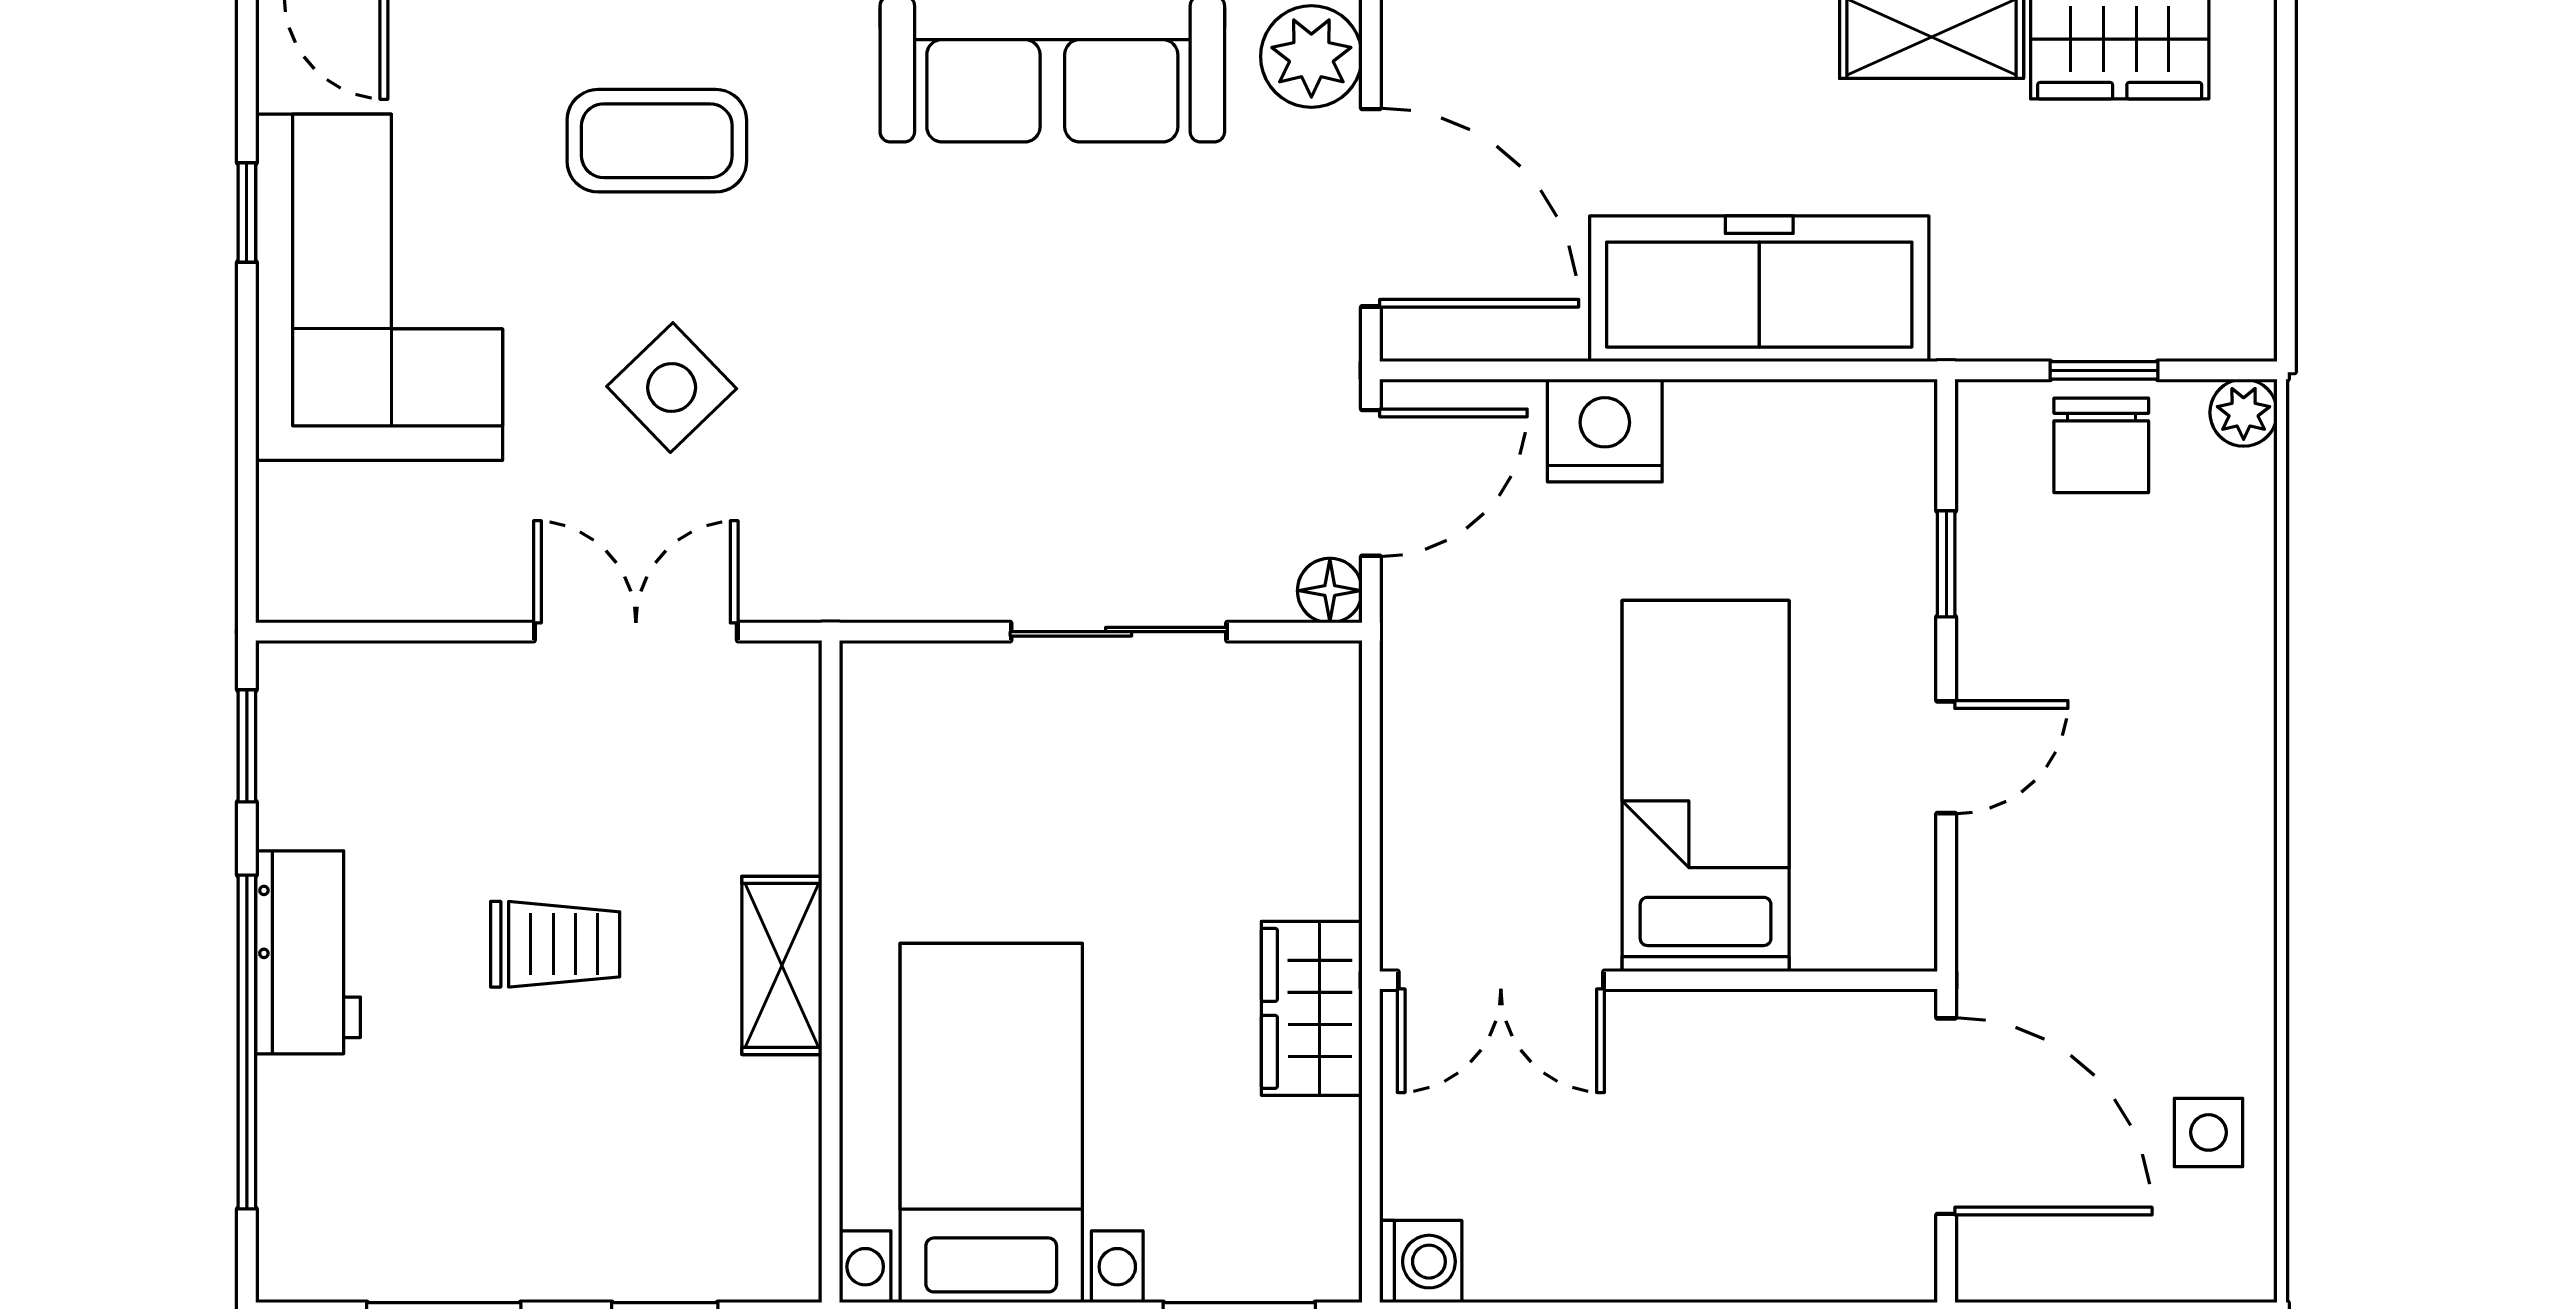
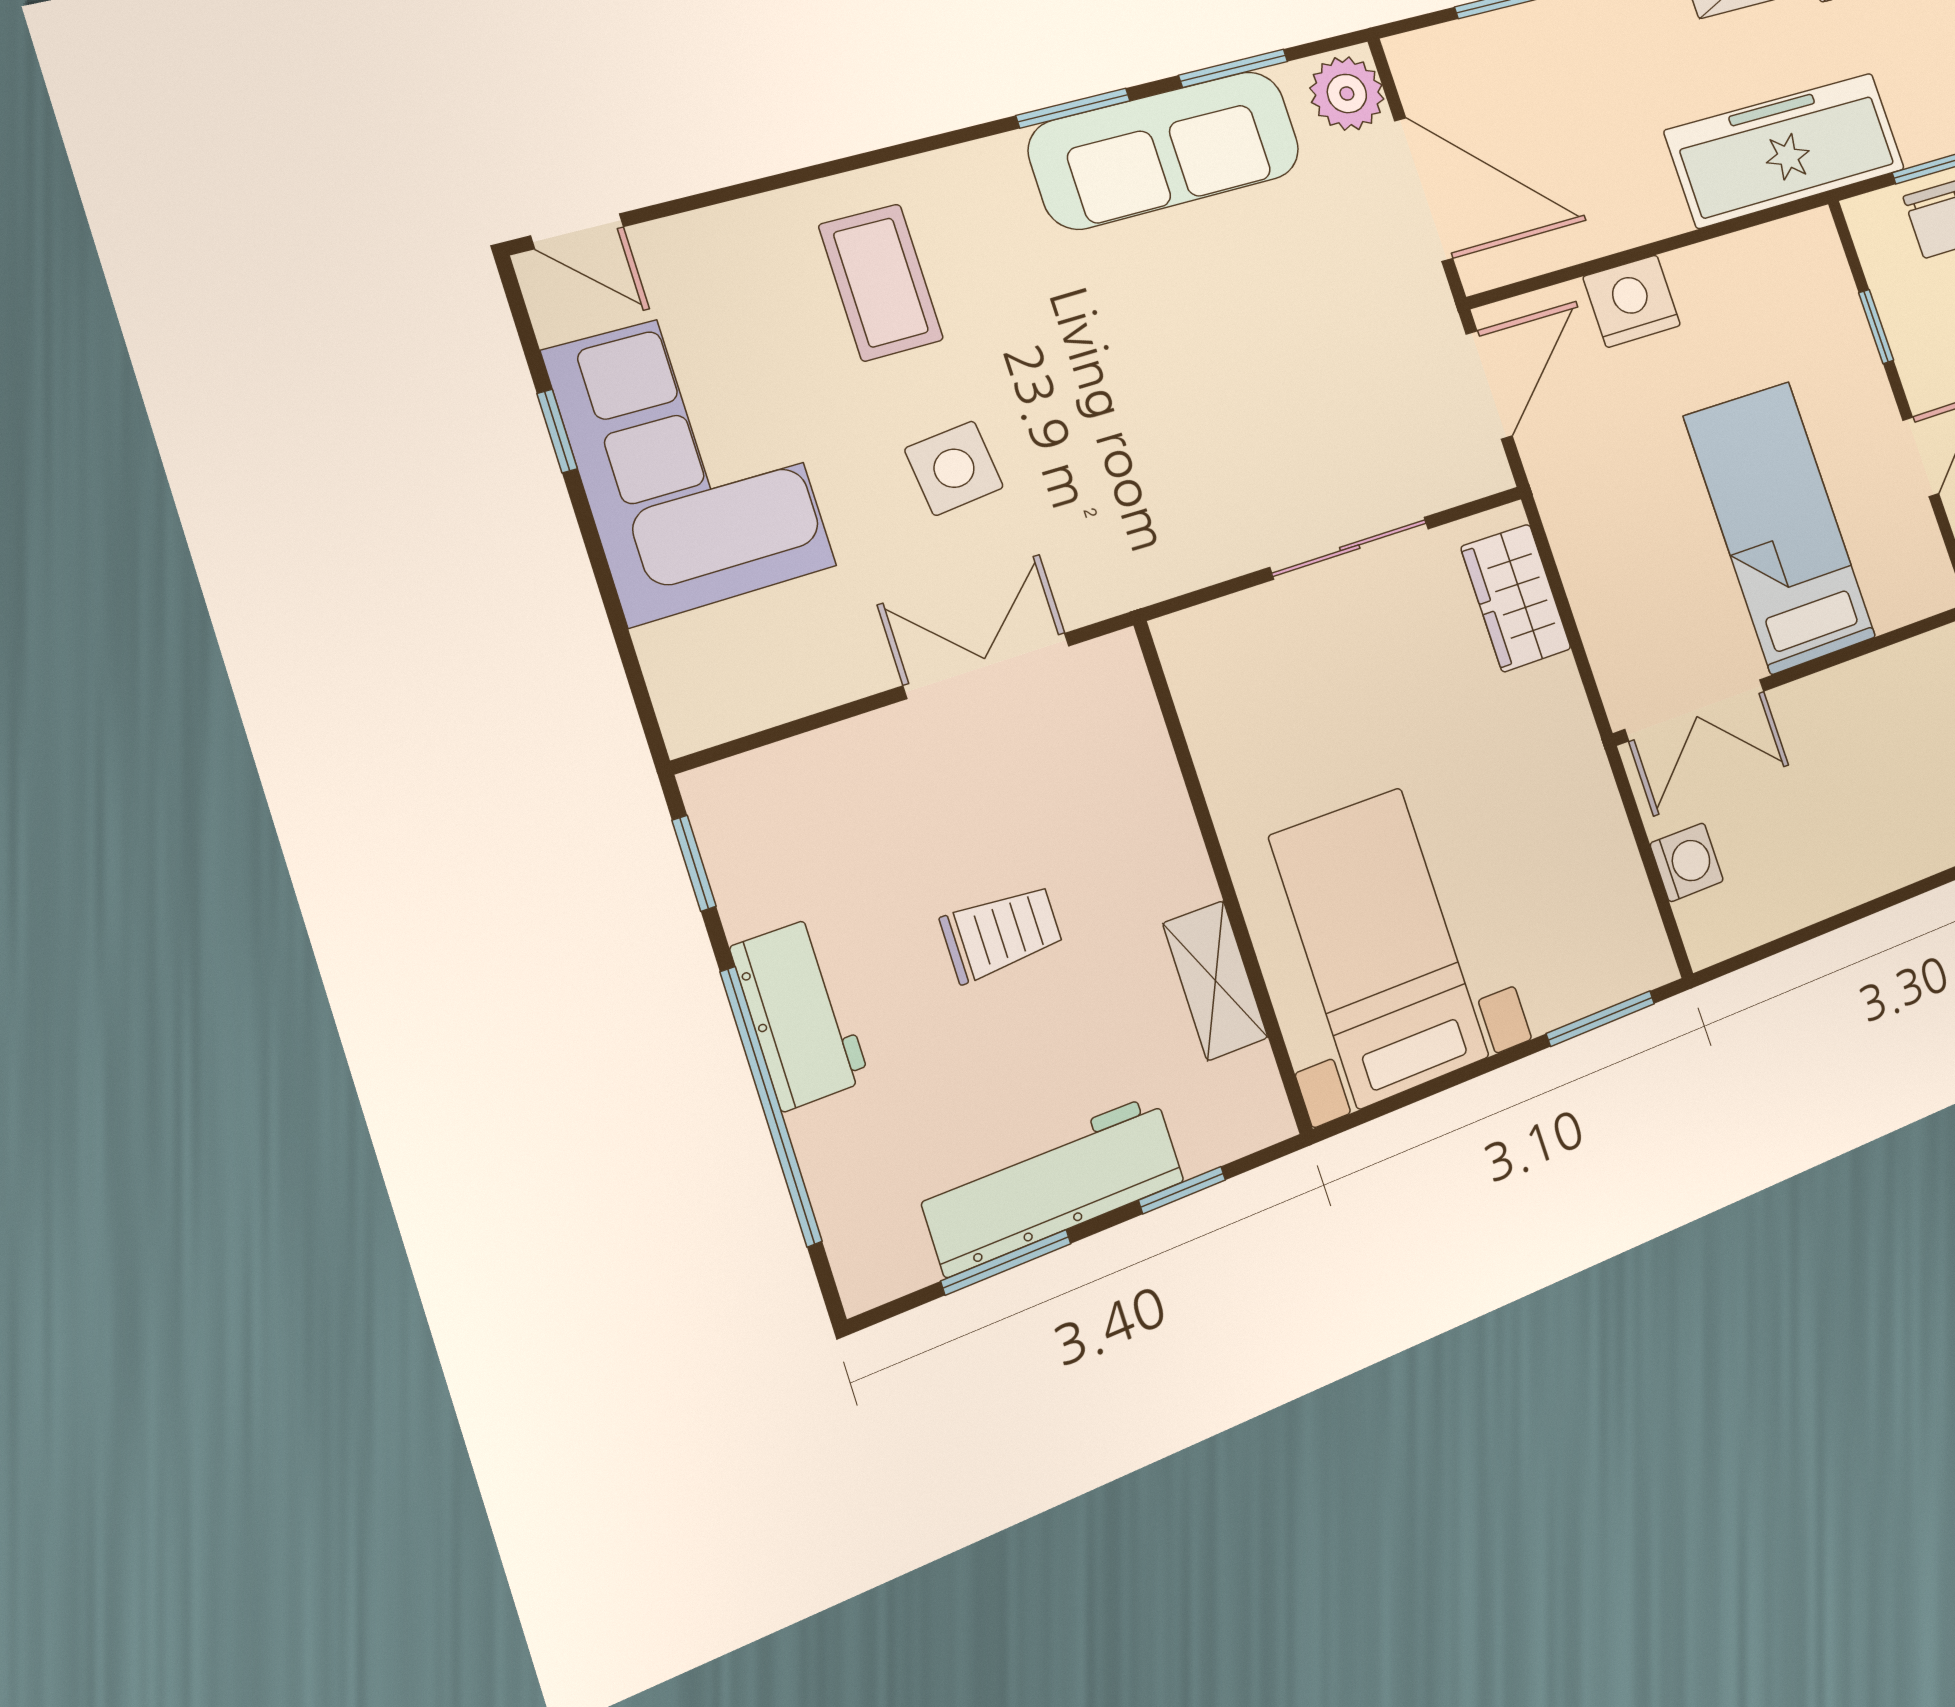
coffee table: (657, 141) -> (881, 282), turned 90
freezer: (1759, 289) -> (1786, 150), moved
side table: (672, 388) -> (954, 468), turned 38
floor lamp: (1330, 591) -> (1487, 471), removed
shelving: (782, 965) -> (1215, 980), moved
wardrobe: (1312, 1008) -> (1516, 598), moved
workbench: (521, 1247) -> (1052, 1184), added
washing machine: (1421, 1262) -> (1687, 862), moved

